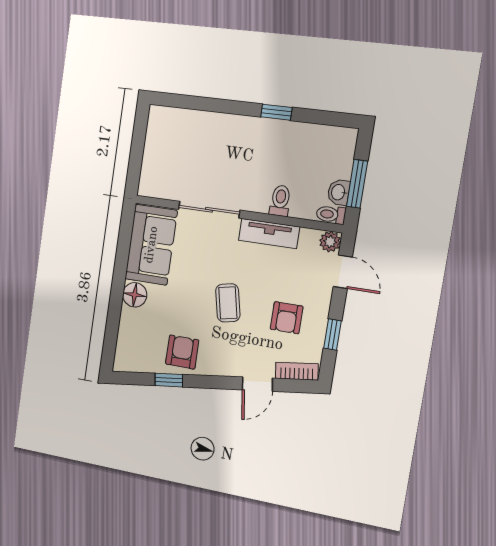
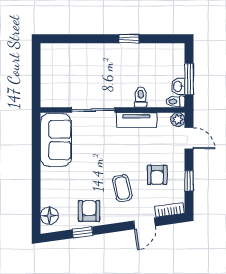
floor lamp: (135, 295) -> (49, 216), moved
coffee table: (228, 303) -> (122, 188), moved

